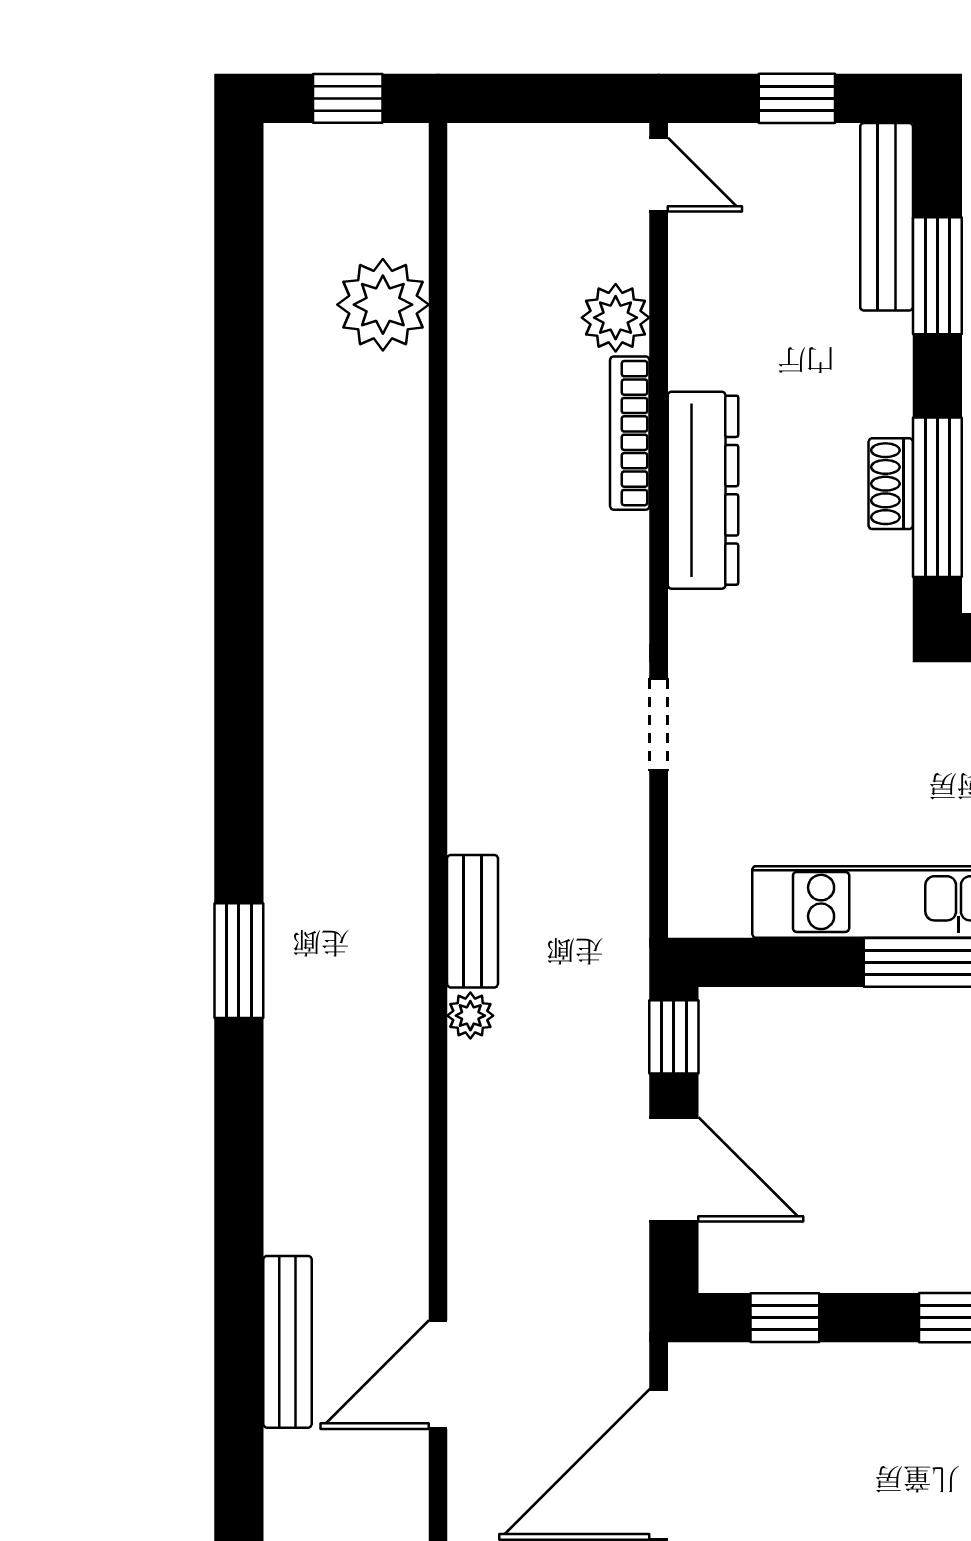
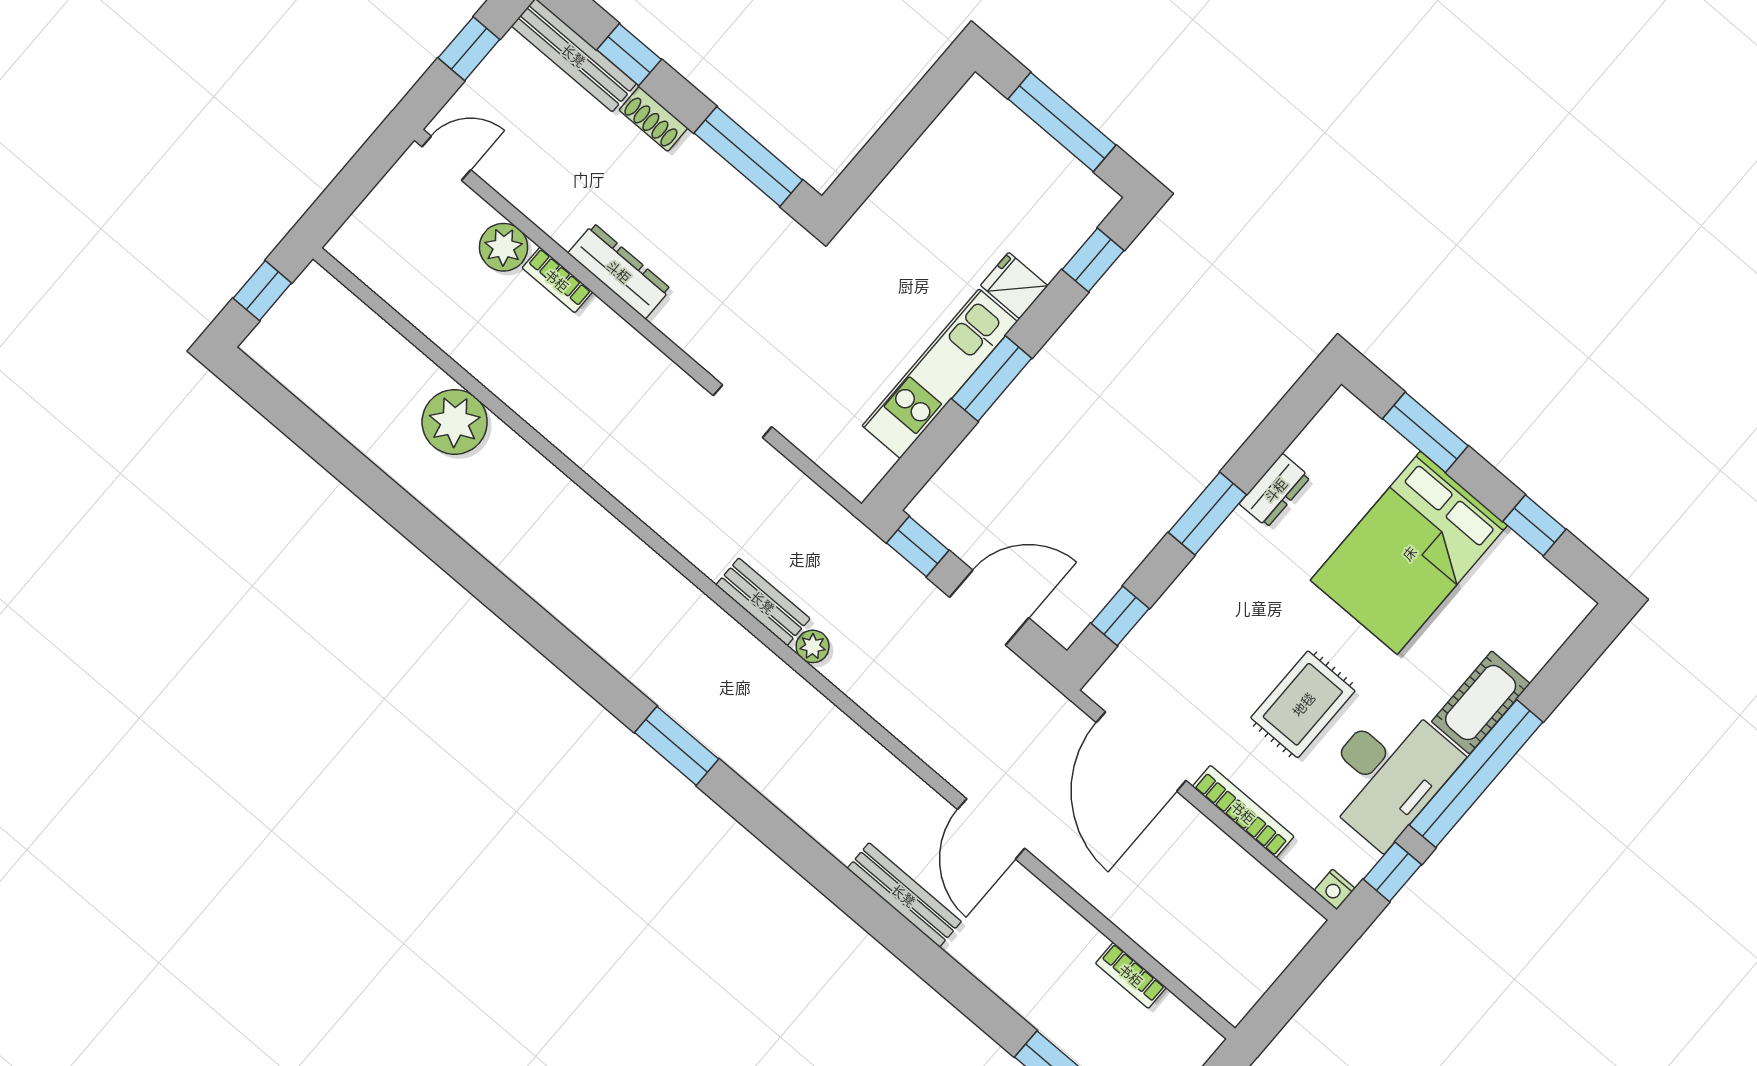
window: (937, 276) -> (629, 55), width x0.67
plant: (383, 305) -> (455, 422), moved
bookcase: (630, 433) -> (557, 280), width x0.64
shoe rack: (891, 484) -> (653, 119), moved
dresser: (703, 490) -> (619, 271), width x0.73, depth x0.80

